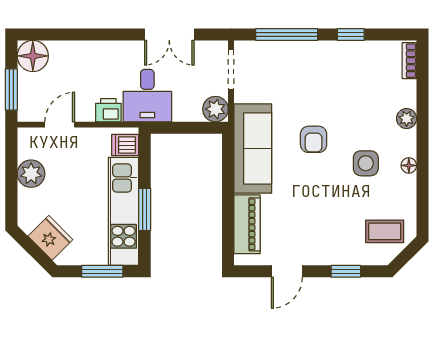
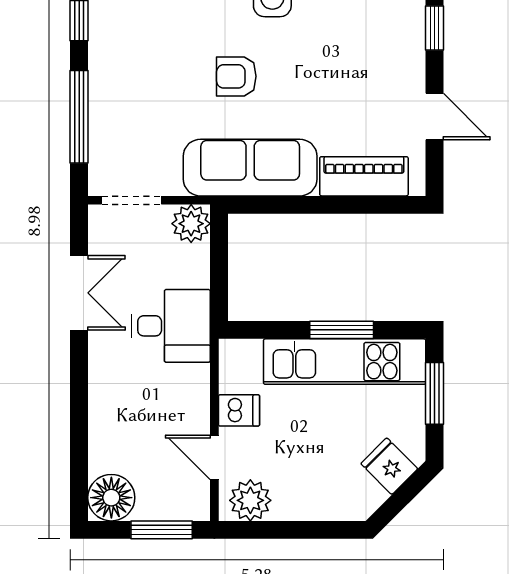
printer: (108, 110) -> (193, 384), removed
armchair: (314, 139) -> (236, 76), turned 180
dishwasher: (125, 145) -> (239, 410), moved, turned -90
plant: (31, 174) -> (250, 500), moved
fridge: (50, 238) -> (389, 466), width x0.72

